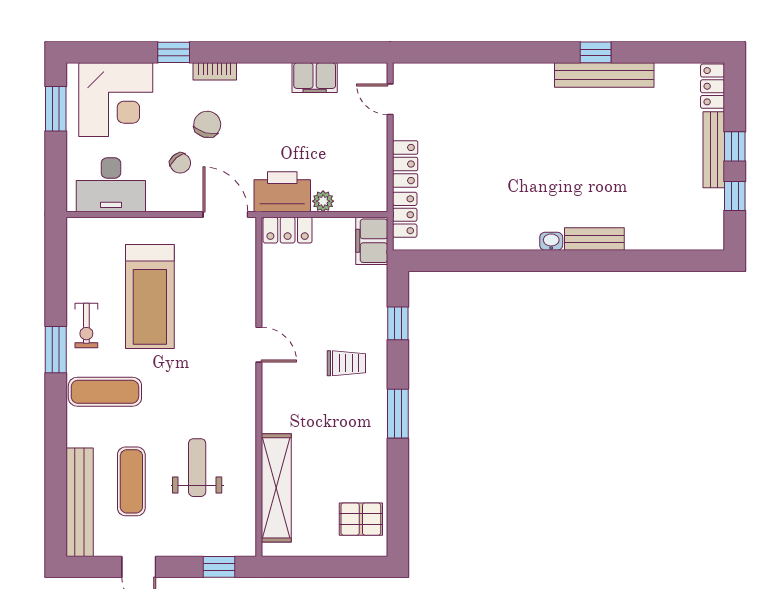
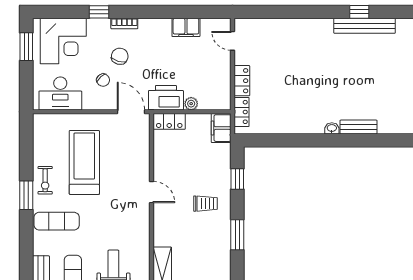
treadmill: (150, 296) -> (84, 162), turned 180

